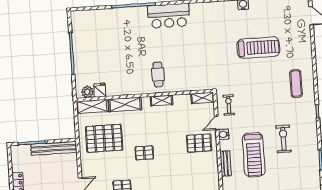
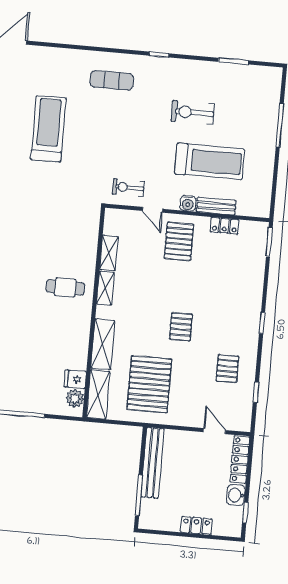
shelving: (202, 98) -> (109, 253), moved
water cooler: (224, 134) -> (188, 203), moved
locker: (214, 171) -> (225, 226), added

